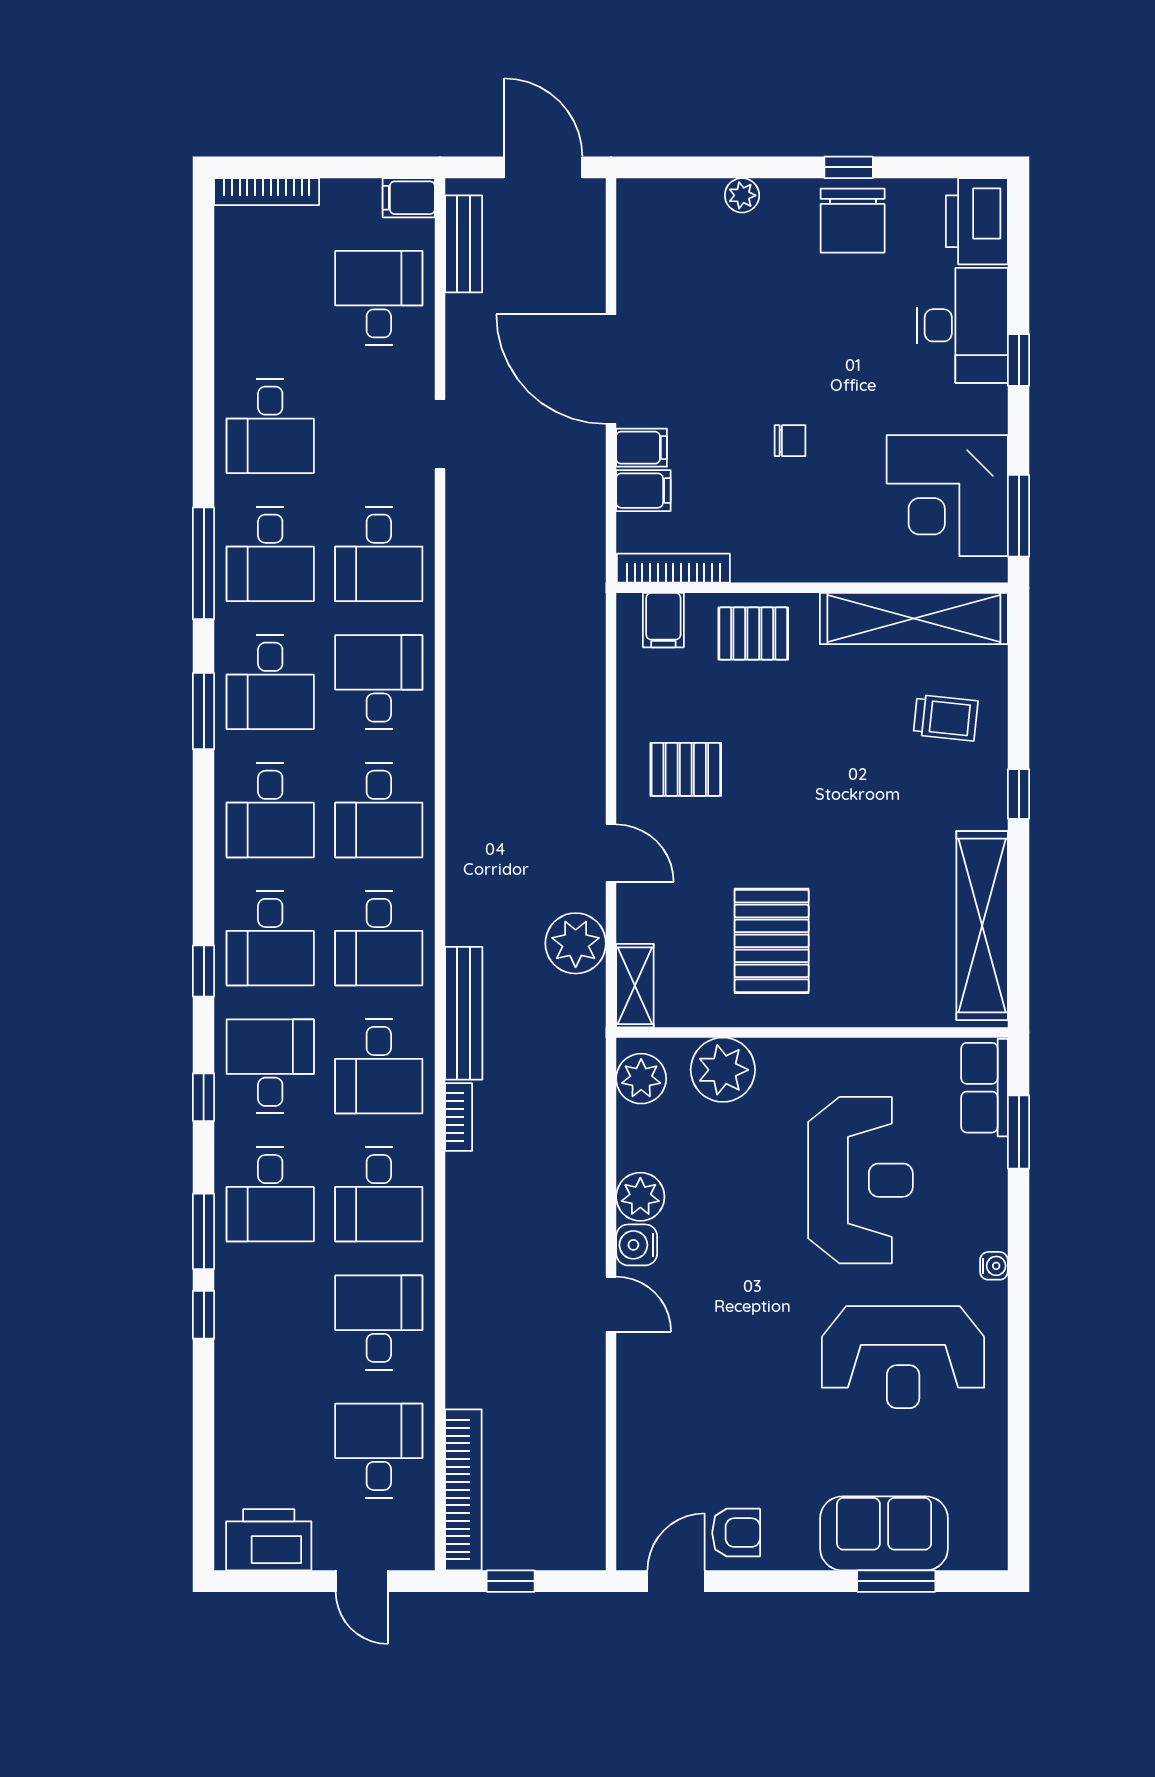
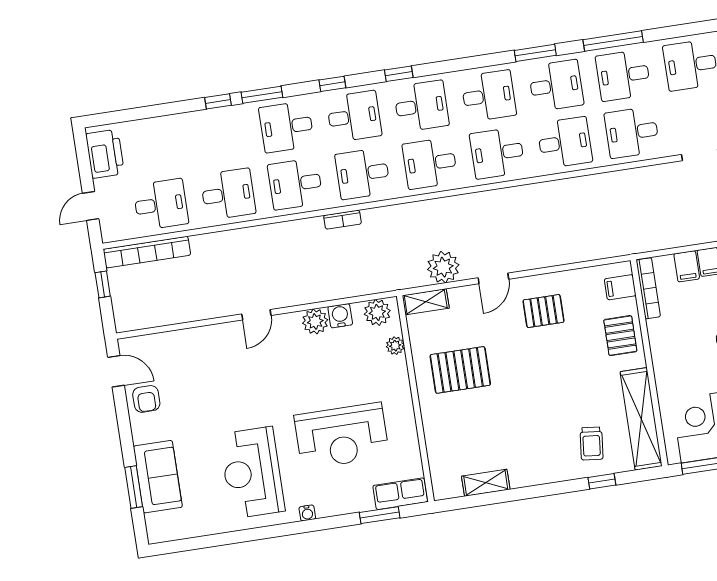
desk: (270, 682) -> (556, 86), turned 180
pallet: (686, 769) -> (544, 311), turned 90
window: (1019, 794) -> (602, 481), moved
desk: (270, 810) -> (489, 96), turned 180
shelving: (982, 926) -> (486, 483), width x0.45, depth x0.75
desk: (270, 938) -> (421, 106), turned 180
bench: (464, 1013) -> (397, 214), removed
plant: (723, 1070) -> (395, 346), width x0.53, depth x0.53
water cooler: (637, 1245) -> (340, 316), moved

